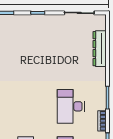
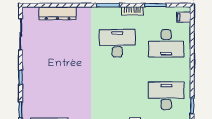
desk: (71, 106) -> (117, 43), turned 180

